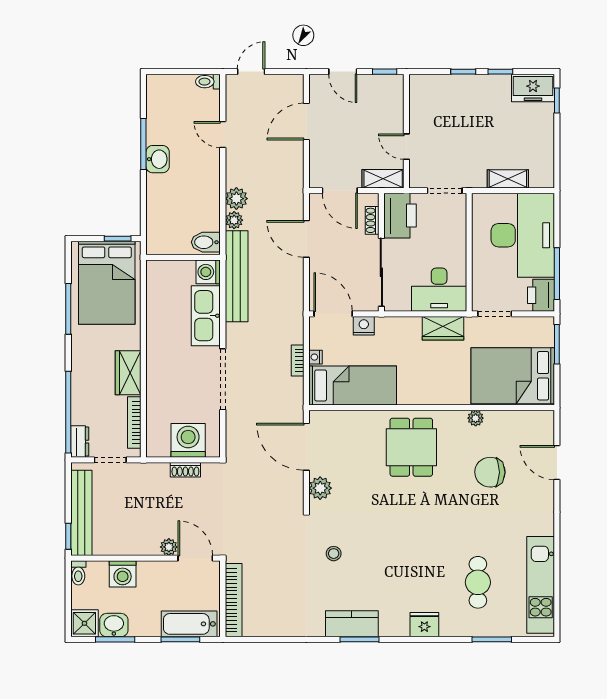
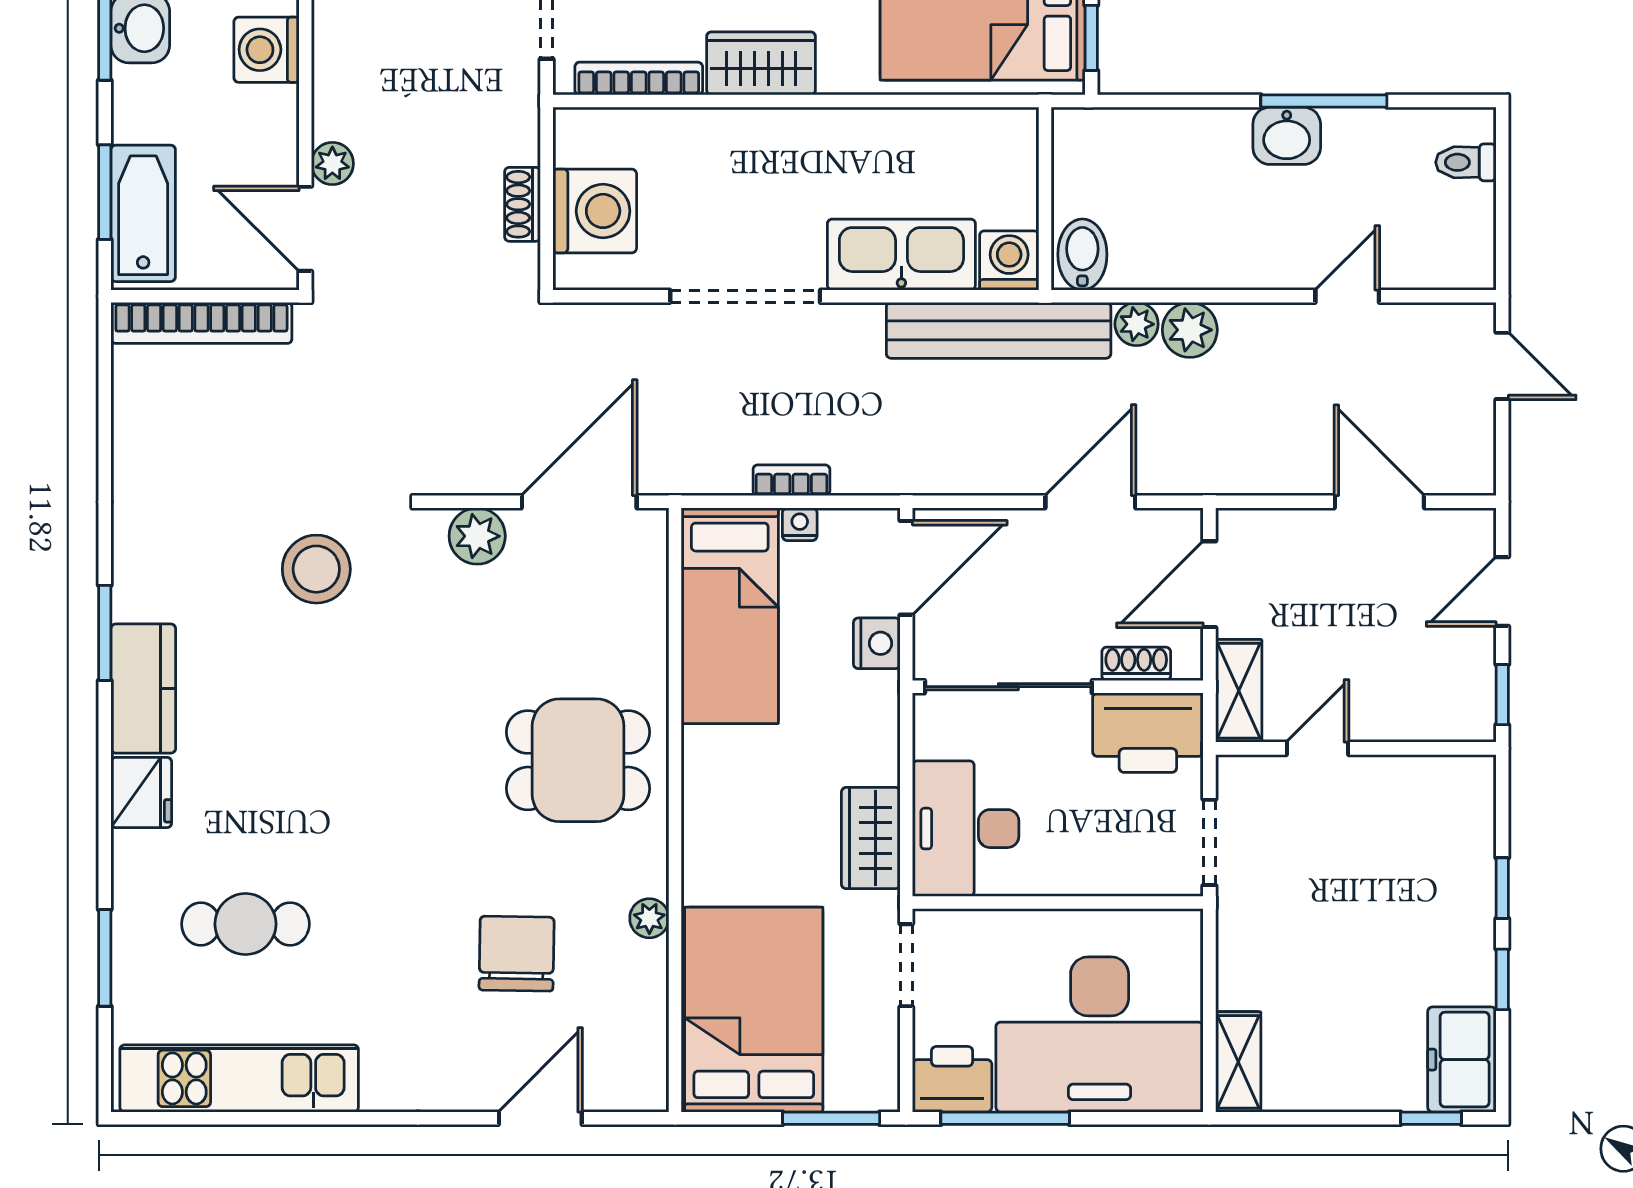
toilet: (208, 82) -> (1466, 162), moved, turned -90
shelving: (508, 179) -> (1238, 1062), moved
stool: (334, 554) -> (316, 569), width x1.89, depth x1.89
door: (195, 558) -> (305, 229), swing flipped
kitchen counter: (352, 624) -> (143, 689), moved

